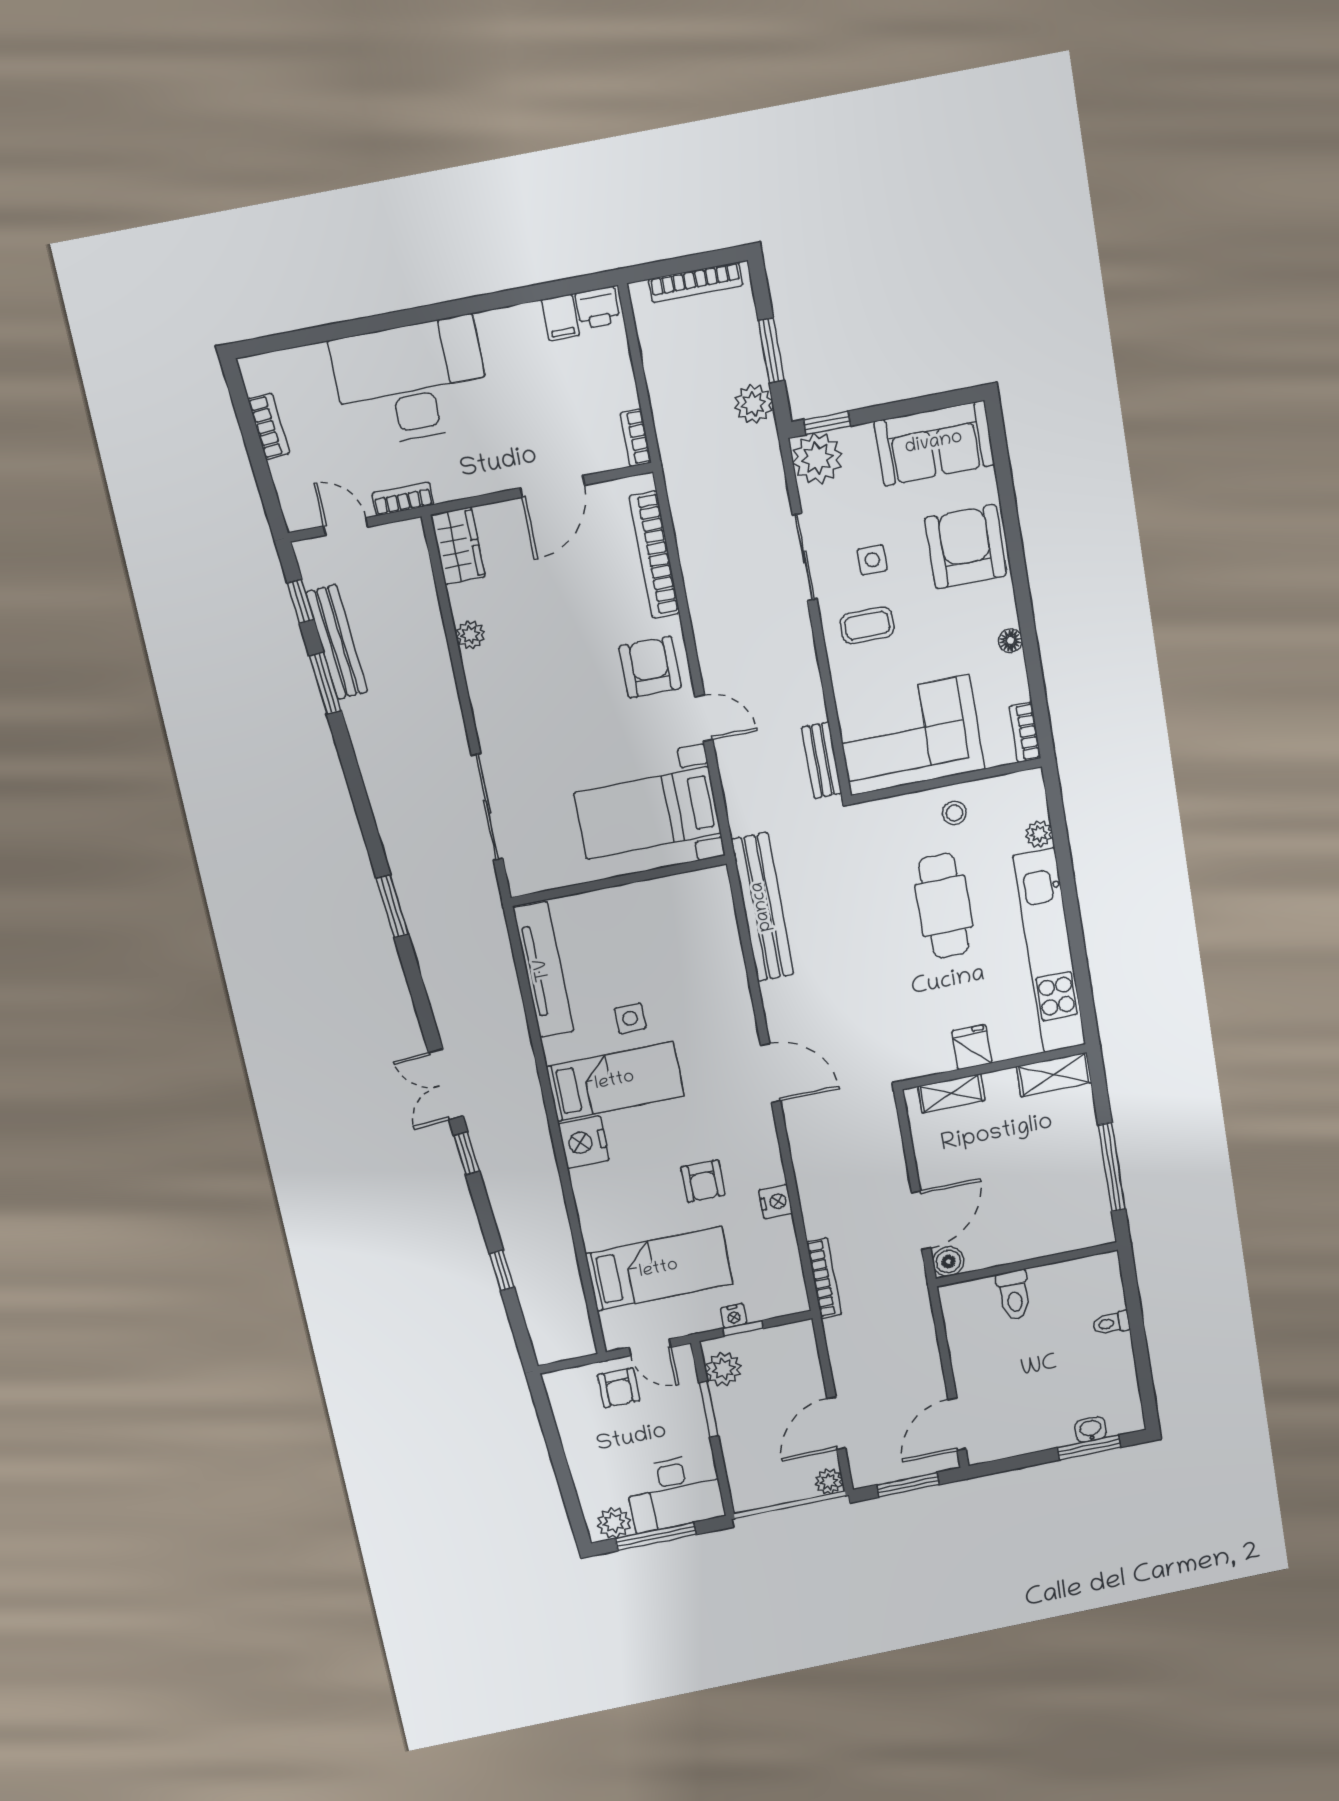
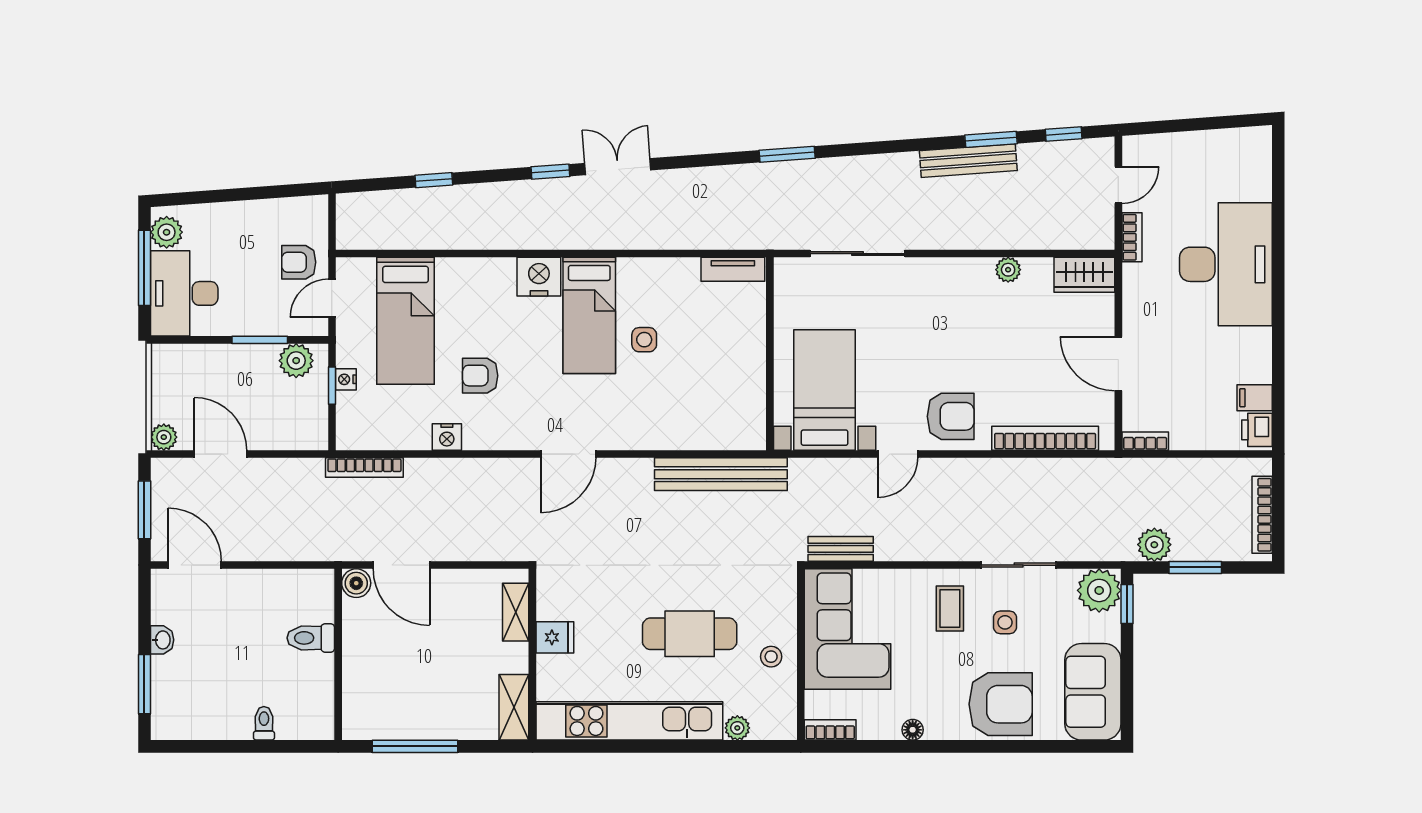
bookcase: (269, 426) -> (1212, 140), removed
bench: (337, 642) -> (968, 161), moved
tv unit: (543, 970) -> (733, 269), width x0.52, depth x0.78
washbasin: (1091, 1430) -> (162, 640), moved

